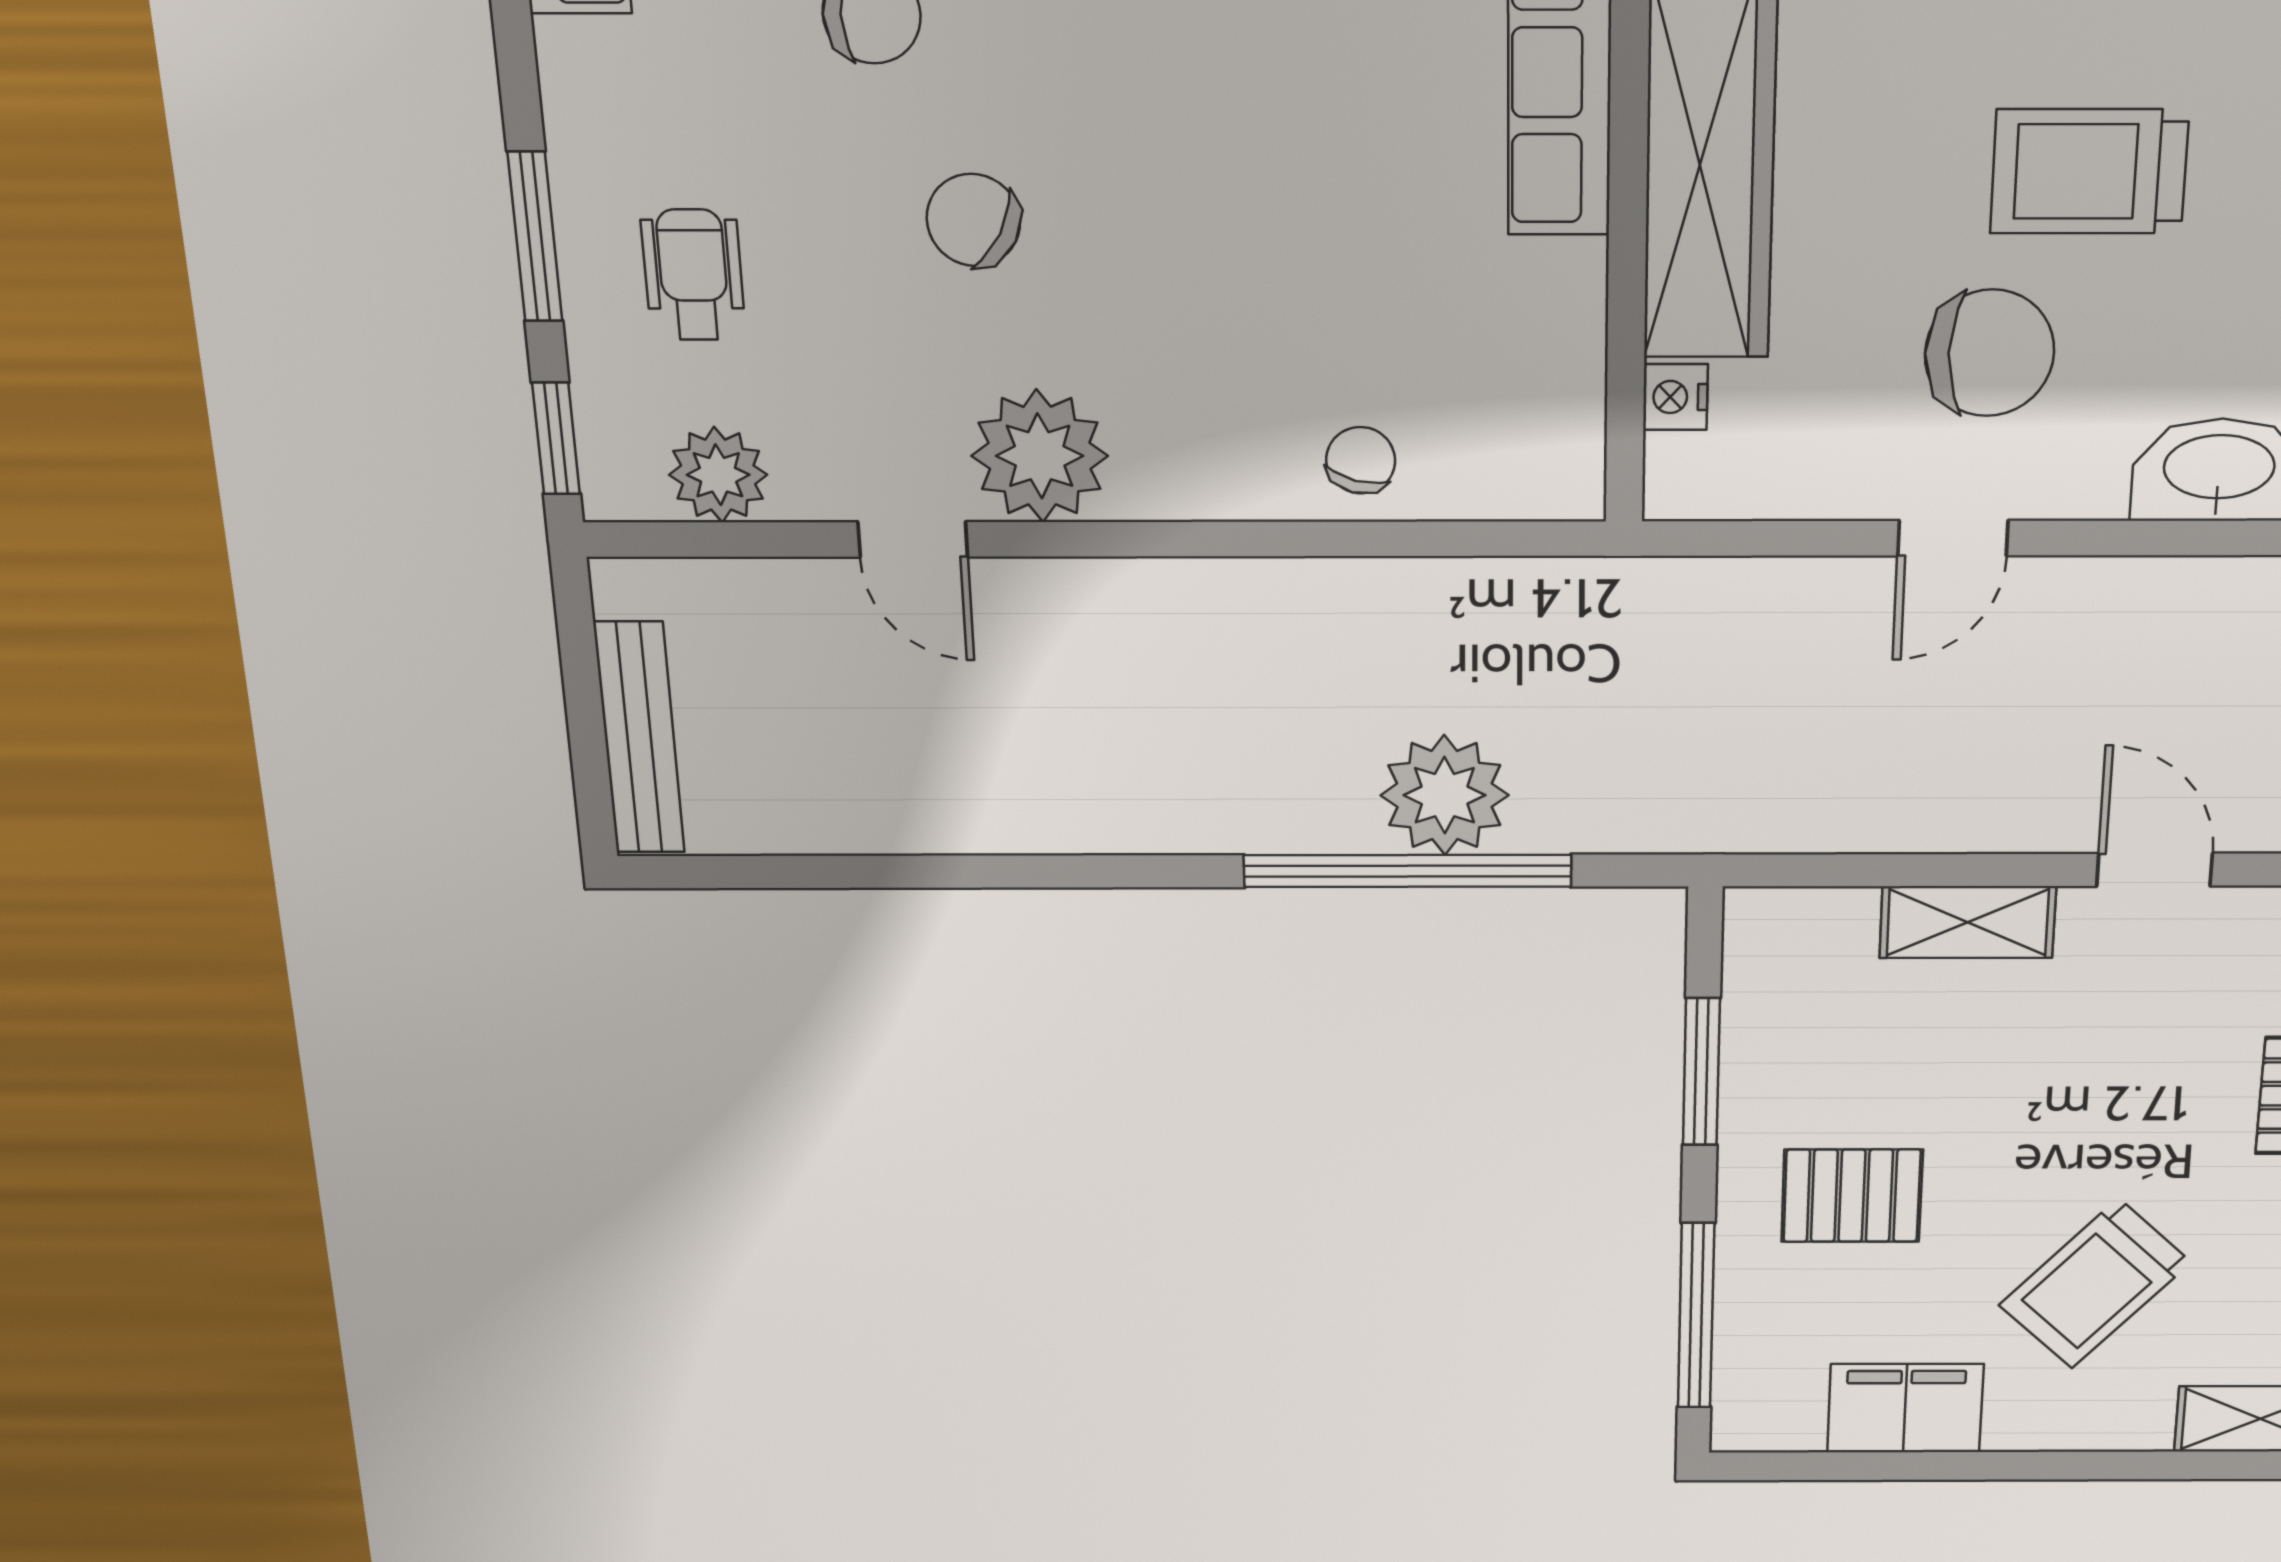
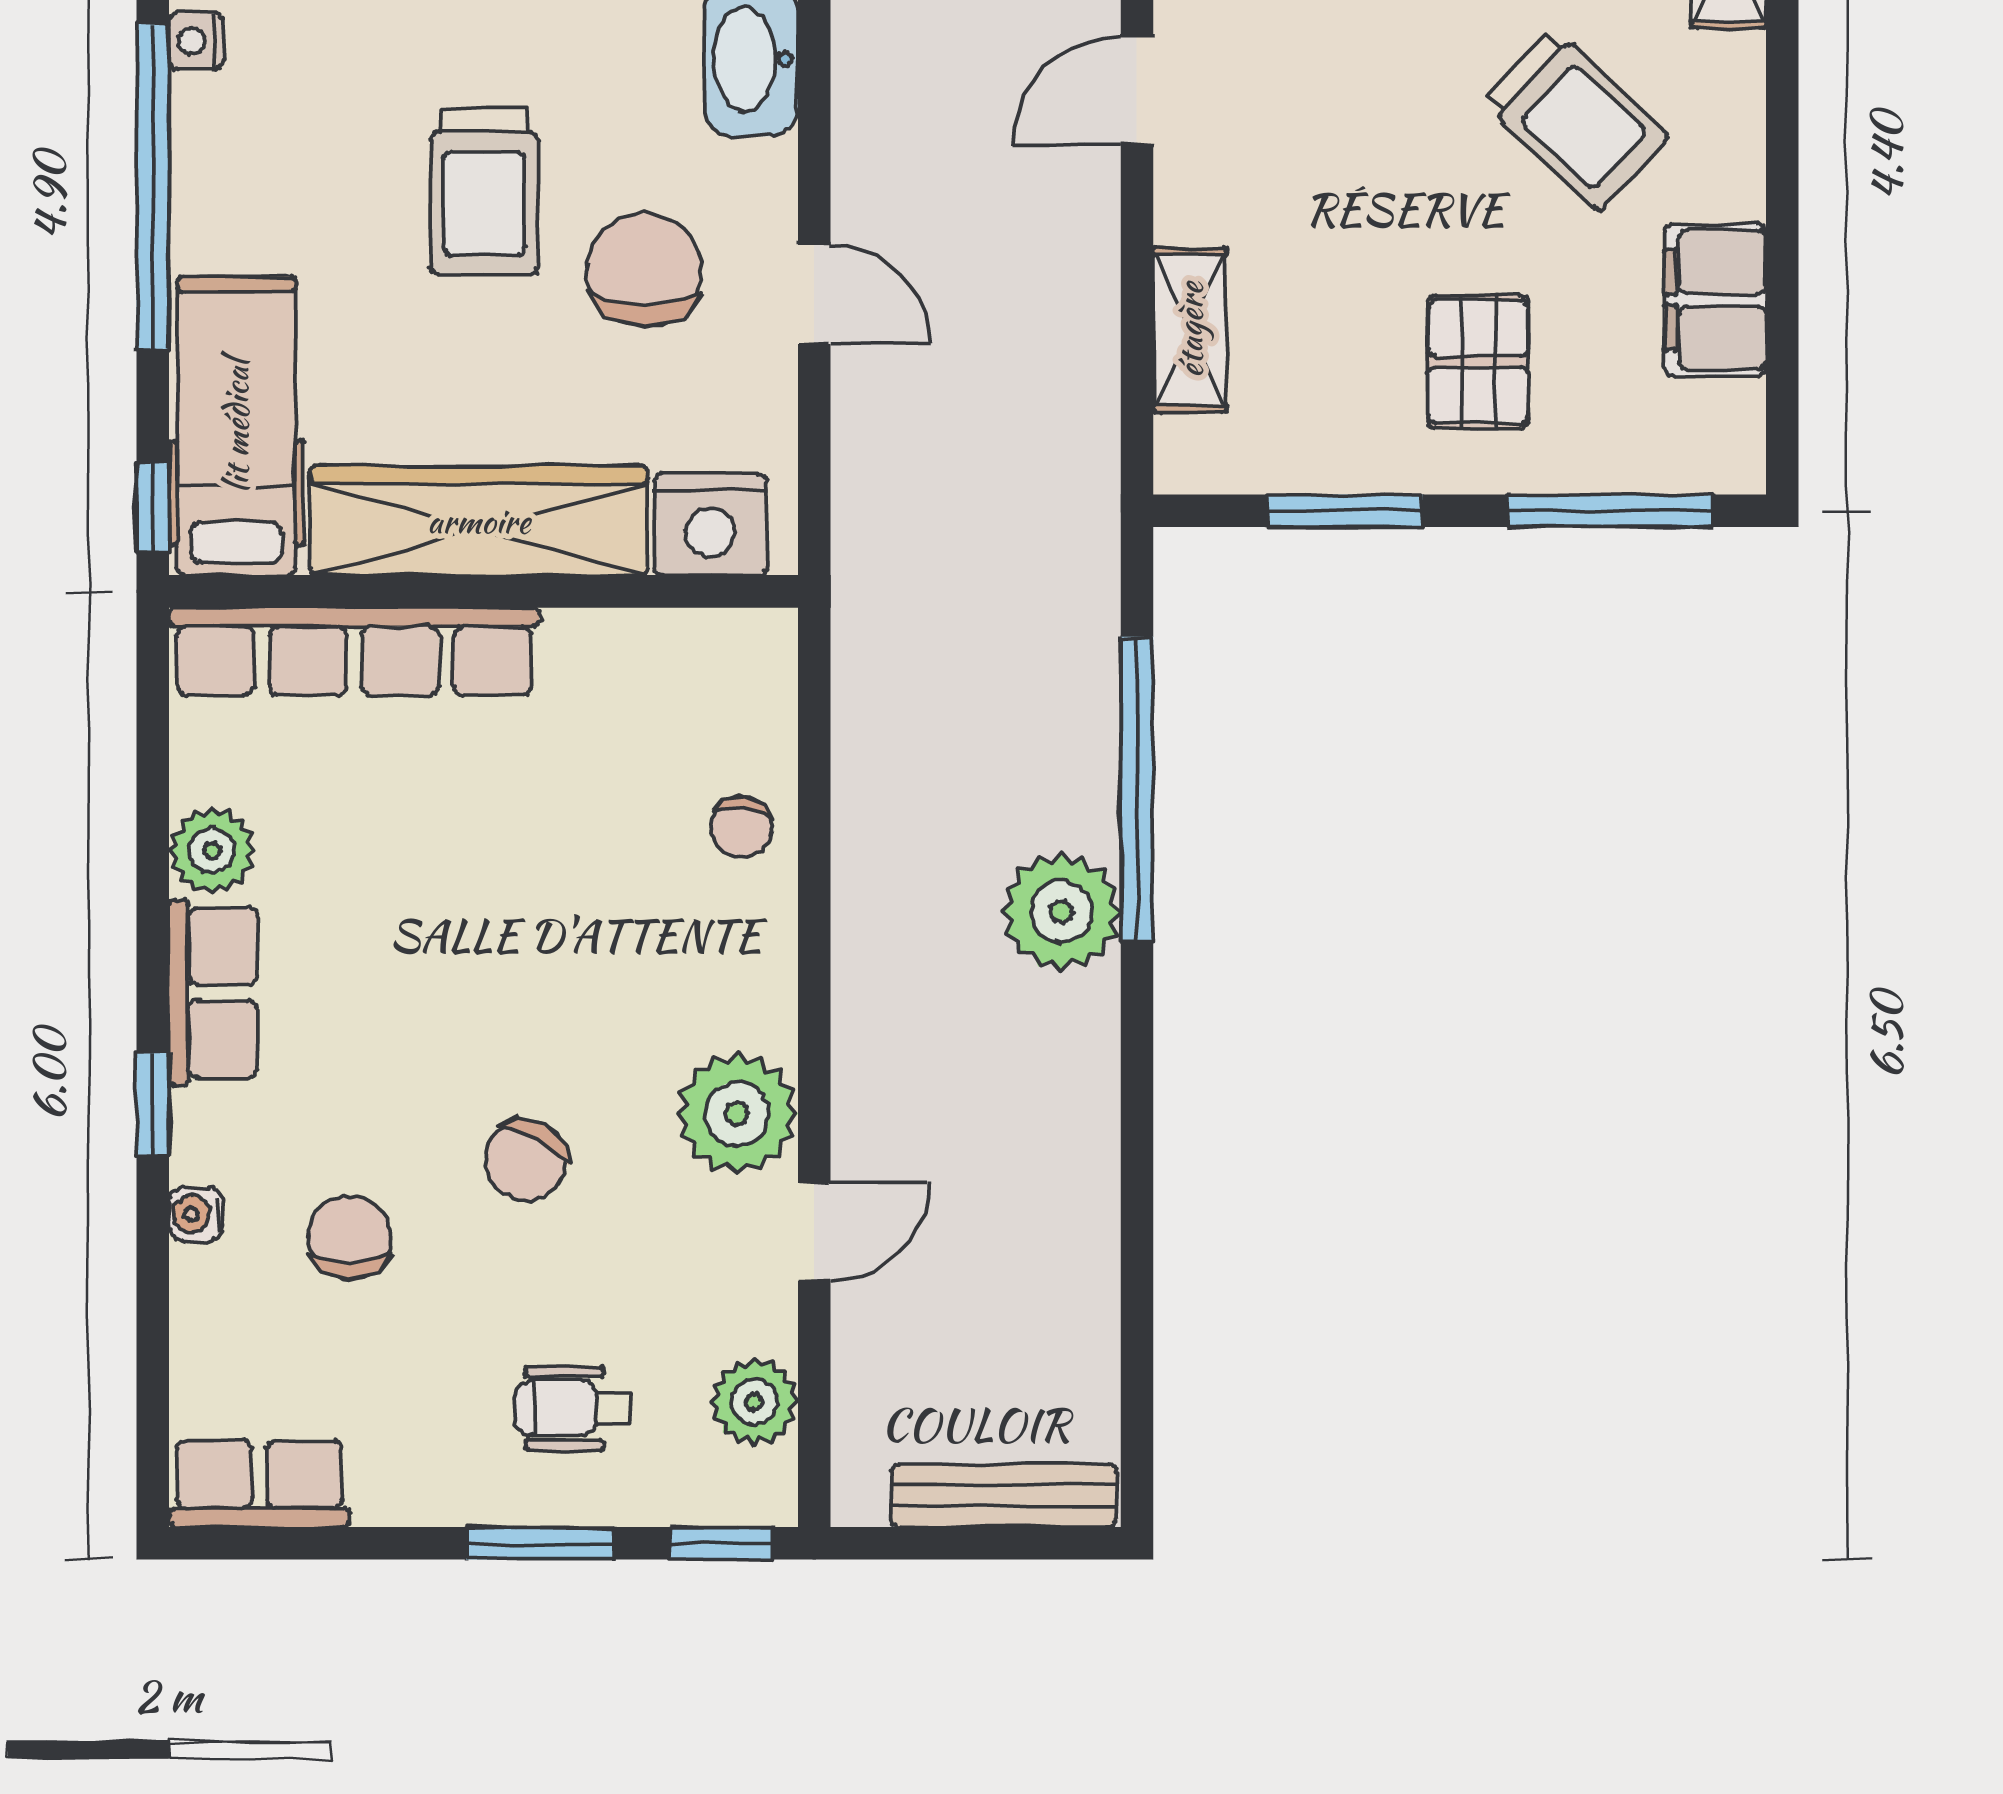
nightstand: (1675, 397) -> (710, 525), width x1.89, depth x1.79
chair: (1361, 460) -> (741, 827), turned -99
plant: (1445, 795) -> (1061, 912), moved
shelving: (1968, 922) -> (1190, 330), moved

